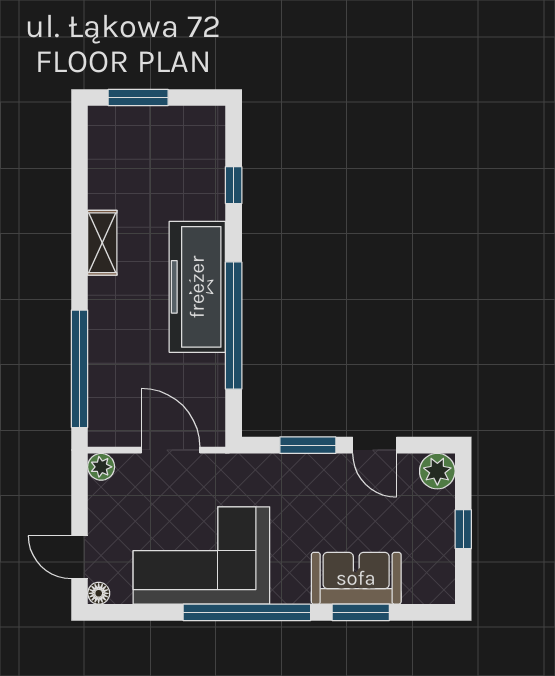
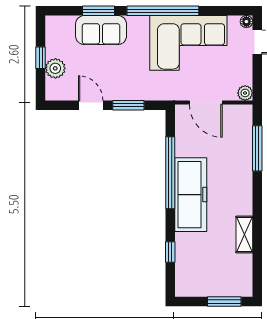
shelving: (102, 243) -> (244, 235), moved
window: (80, 369) -> (257, 148), width x0.68
plant: (437, 471) -> (55, 68), moved

